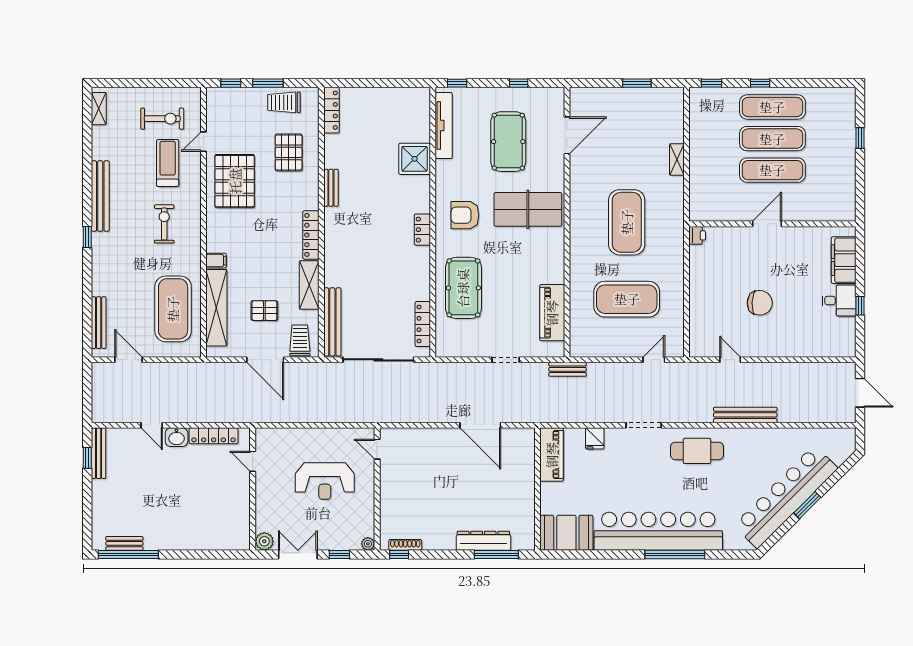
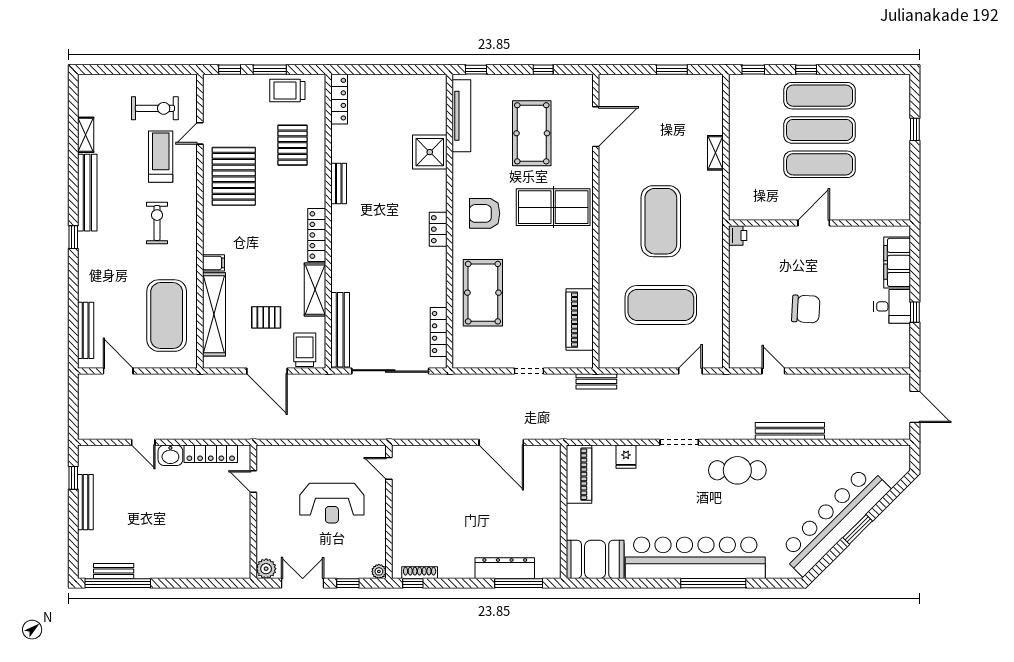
shelving: (99, 109) -> (86, 135), moved
bench: (99, 453) -> (85, 502), moved

